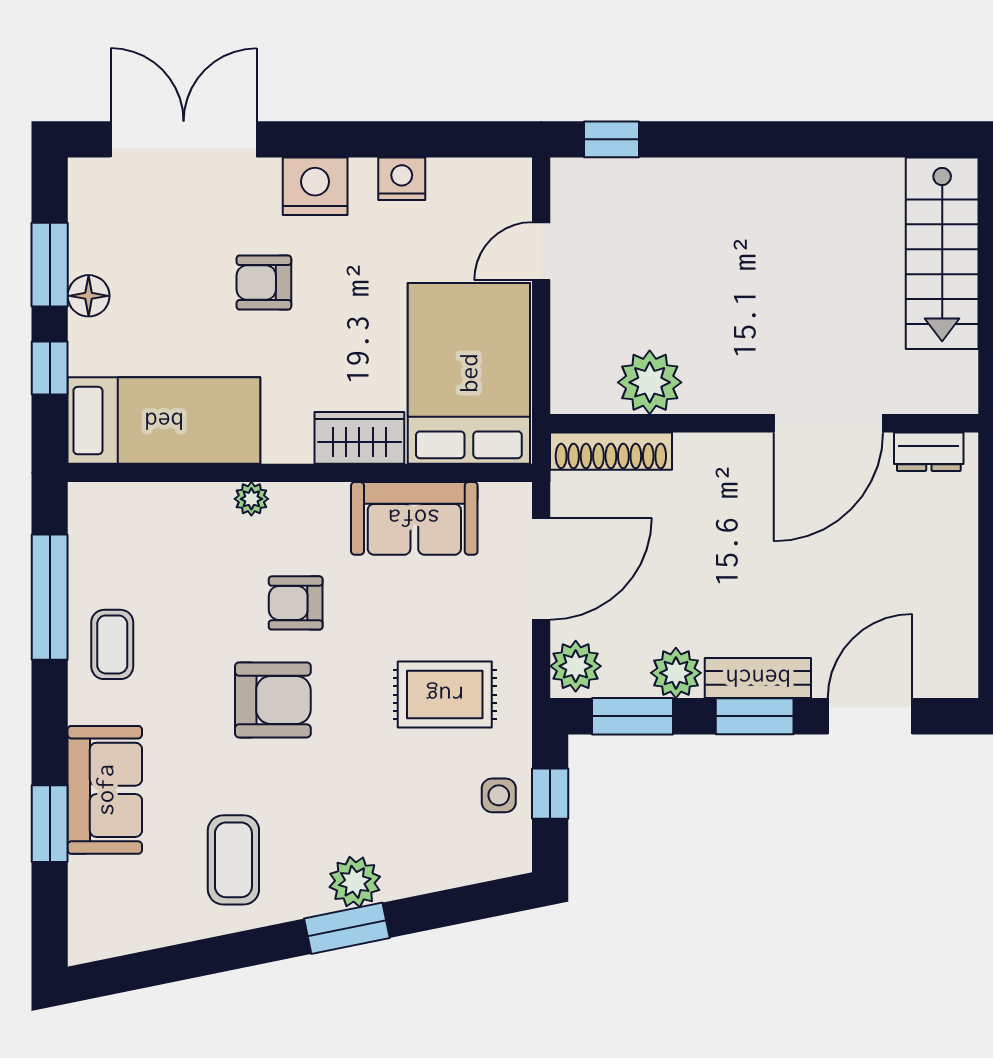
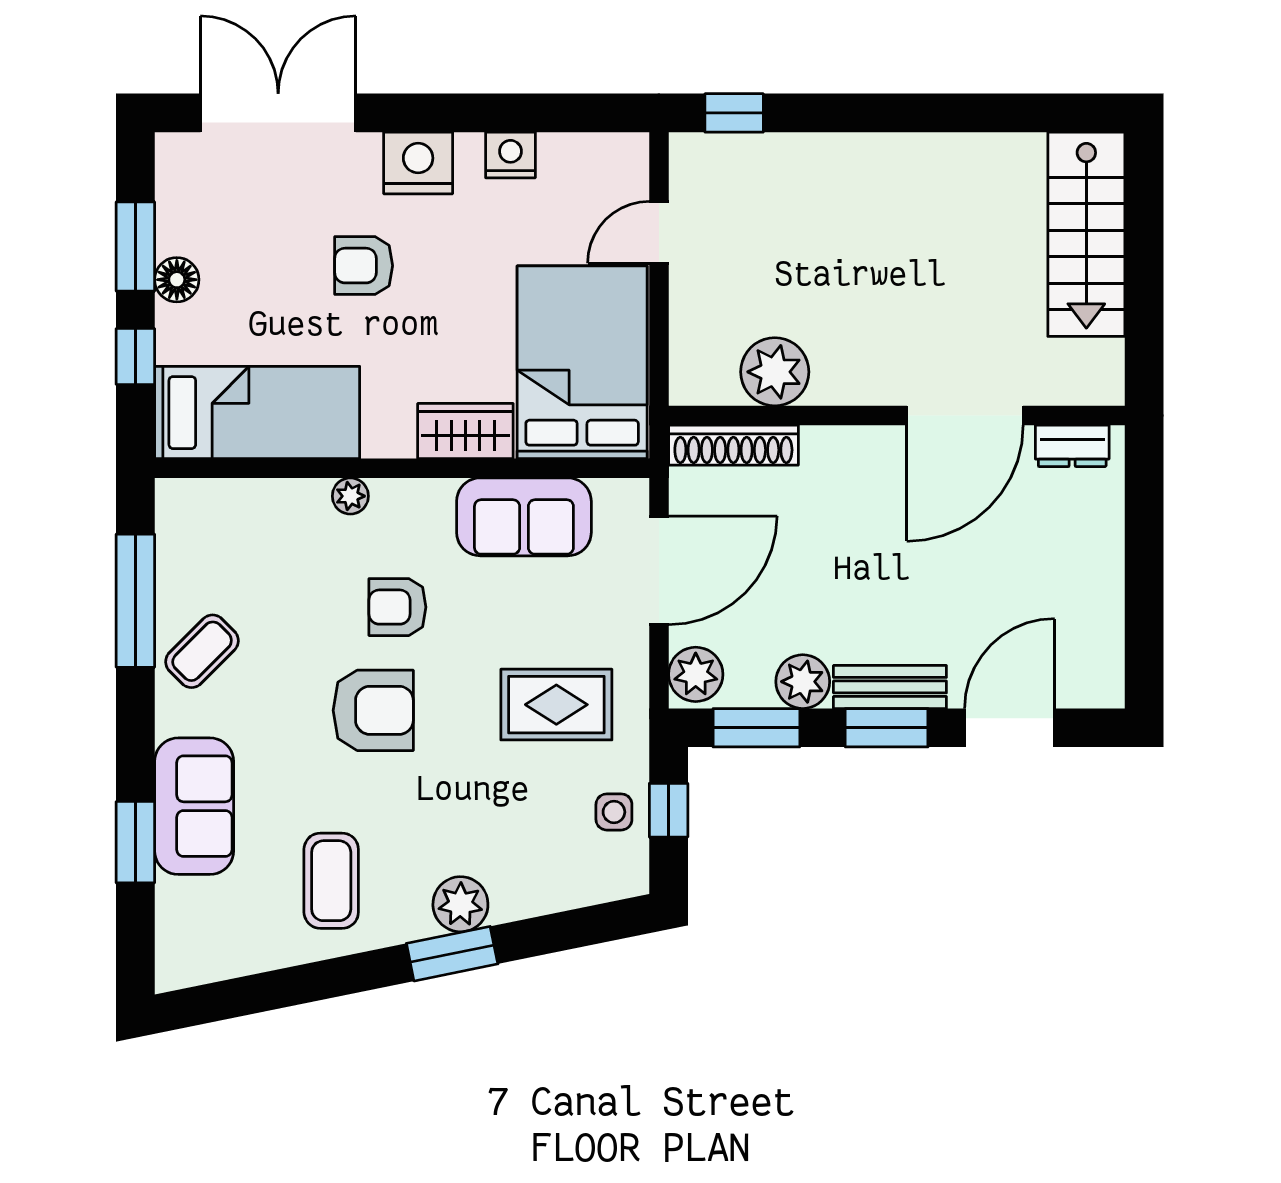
coffee table: (112, 644) -> (202, 651), turned 45

